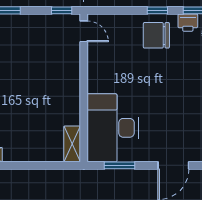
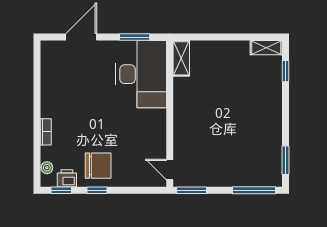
window: (62, 10) -> (192, 190), width x1.50

